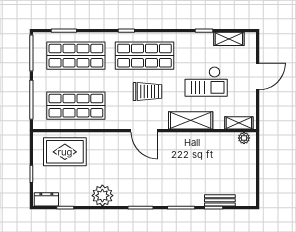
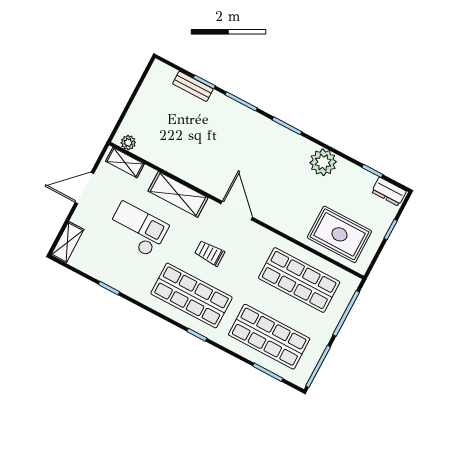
shelving: (229, 39) -> (67, 242), moved, turned 90
door: (258, 76) -> (84, 188), moved
trolley: (148, 91) -> (210, 253), width x0.73, depth x0.72

